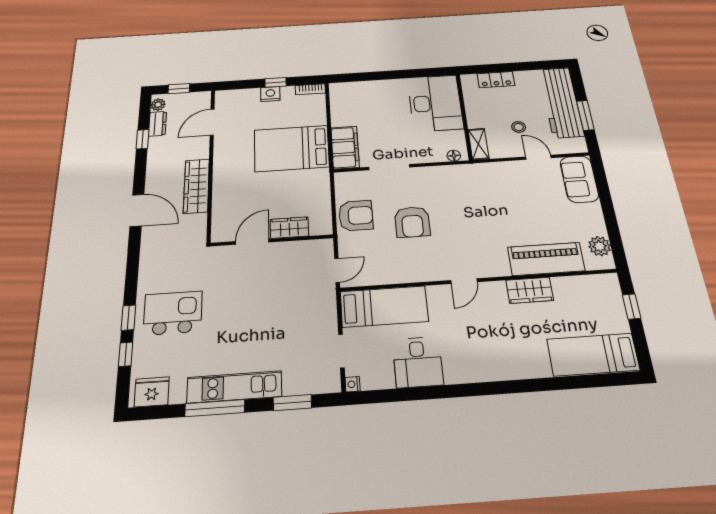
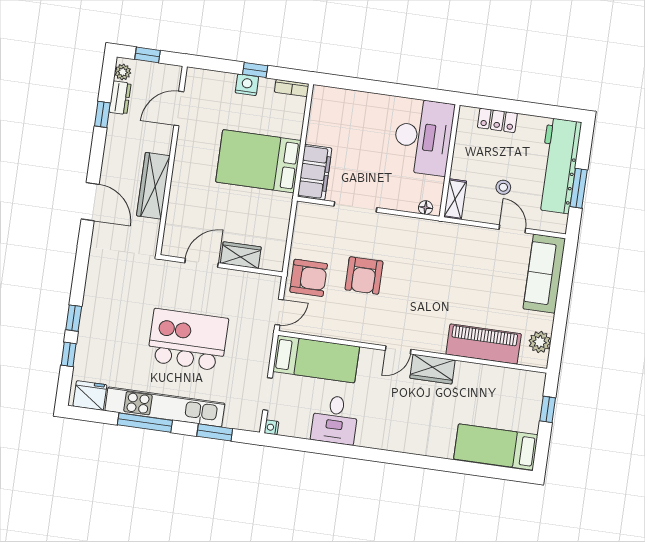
sofa: (579, 179) -> (544, 274), width x1.36
armchair: (356, 216) -> (309, 278), moved
wardrobe: (530, 290) -> (433, 369), moved
kitchen island: (173, 313) -> (188, 340), moved, width x1.37, depth x1.28
kitchen unit: (234, 387) -> (165, 407), width x1.36

